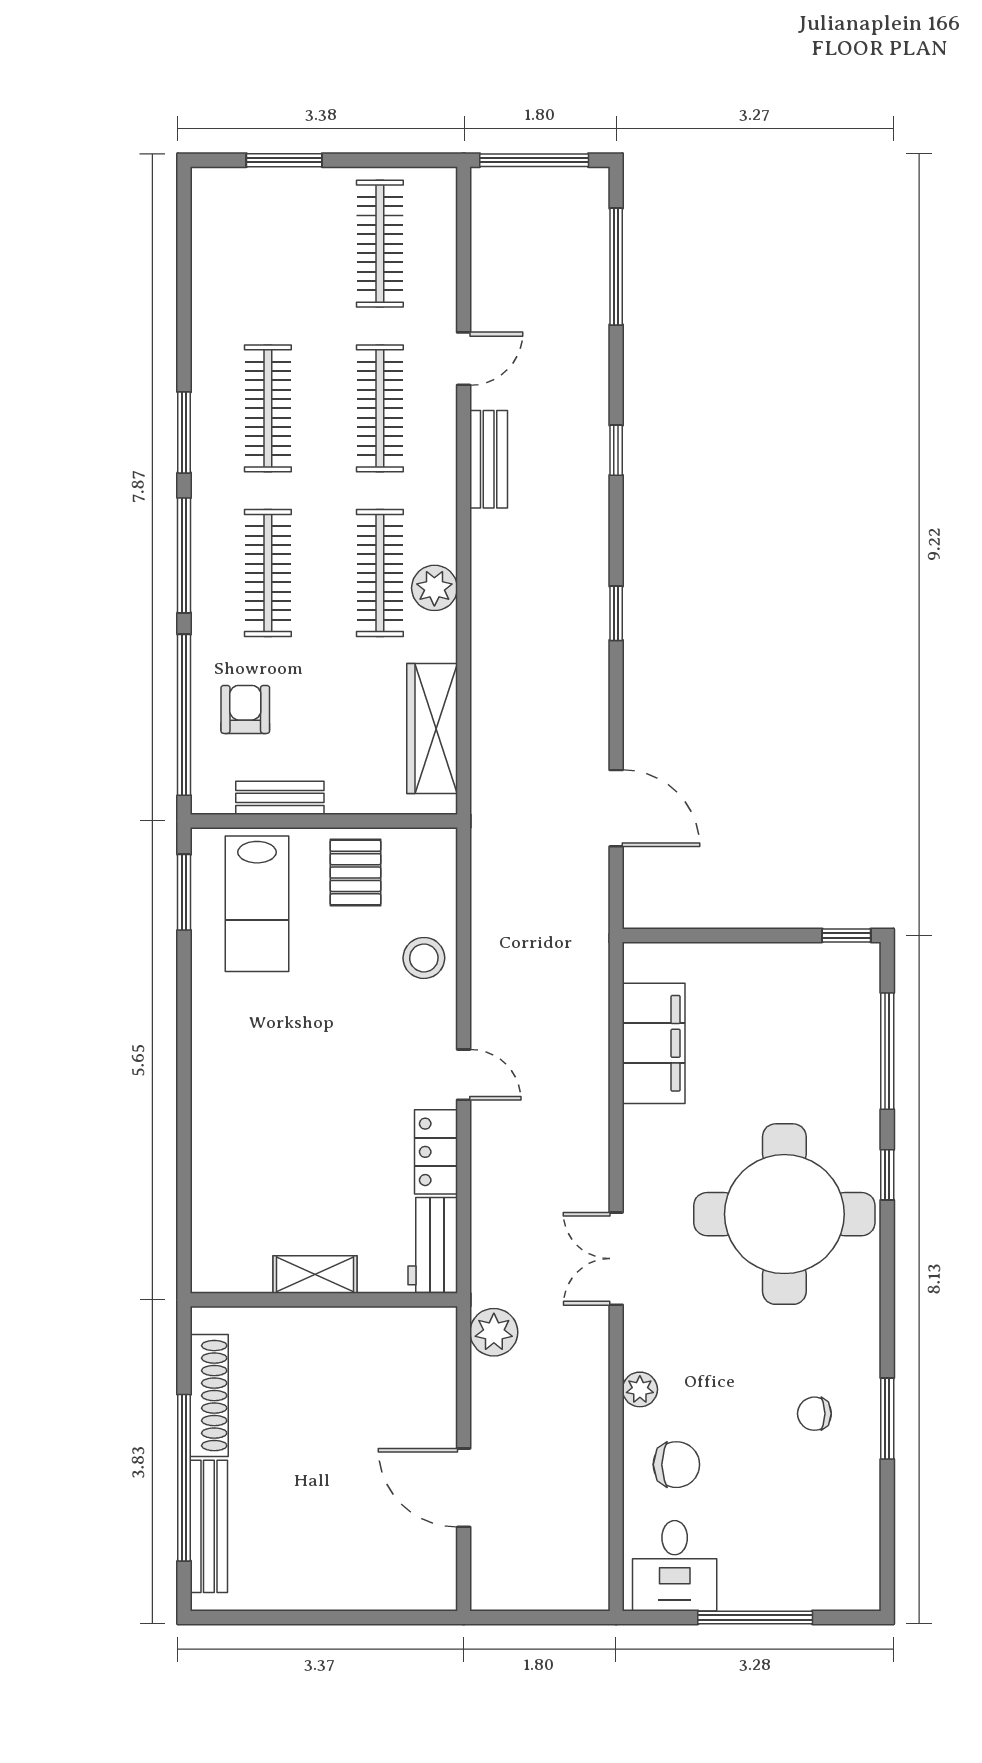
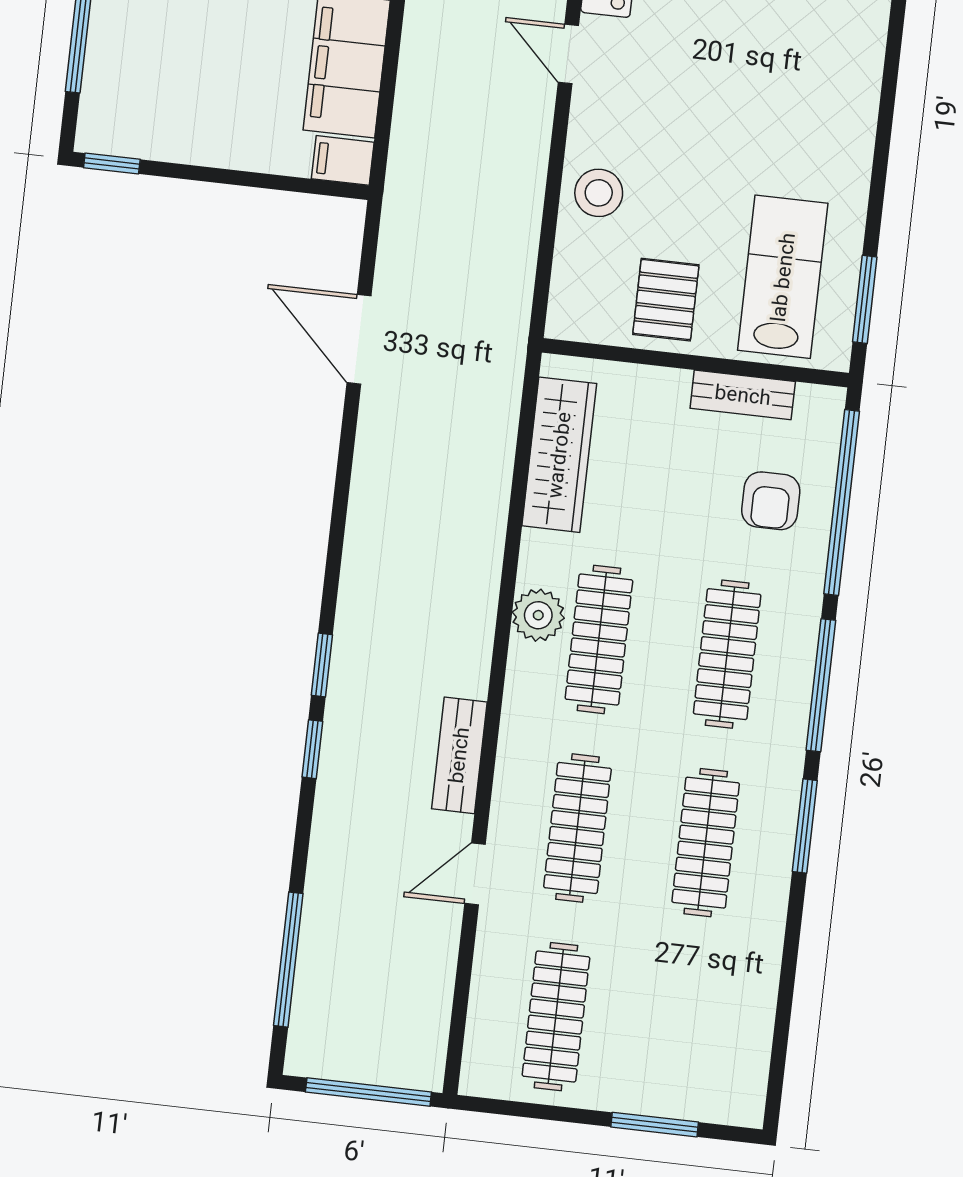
window: (616, 613) -> (322, 665), moved
filing cabinet: (648, 961) -> (343, 160), added

